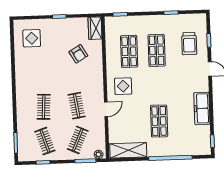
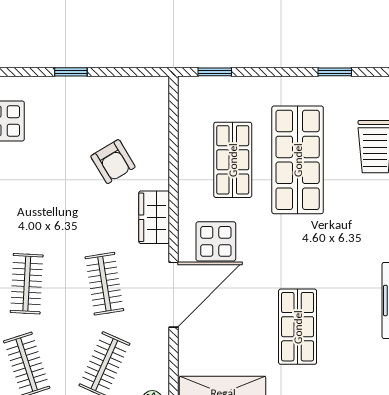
wardrobe: (95, 28) -> (154, 217), moved
shop shelf: (157, 50) -> (298, 160), width x1.43, depth x1.36
door: (106, 109) -> (173, 295), width x1.88

